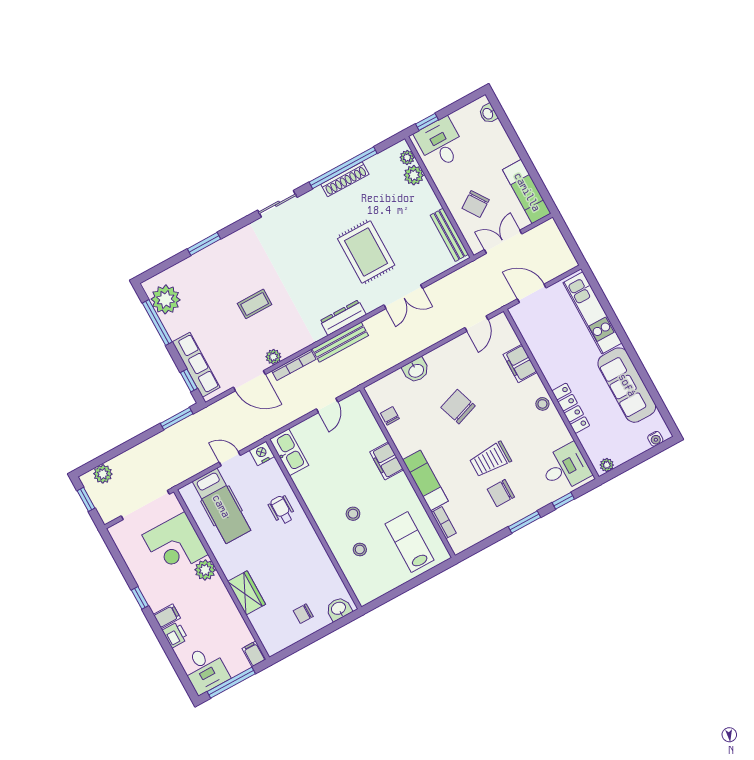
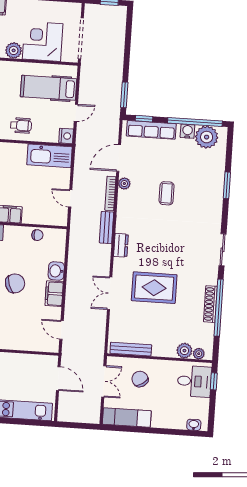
door: (532, 293) -> (58, 379), hinge flipped
dresser: (343, 318) -> (121, 245), width x0.70
window: (157, 323) -> (195, 122), width x1.46
water cooler: (172, 324) -> (187, 131), added
bench: (340, 342) -> (107, 228), width x0.73
filing cabinet: (520, 363) -> (54, 294), moved, turned -90
kitchen sink: (289, 452) -> (50, 156), width x1.36, depth x1.24
plant: (103, 474) -> (119, 24), removed

